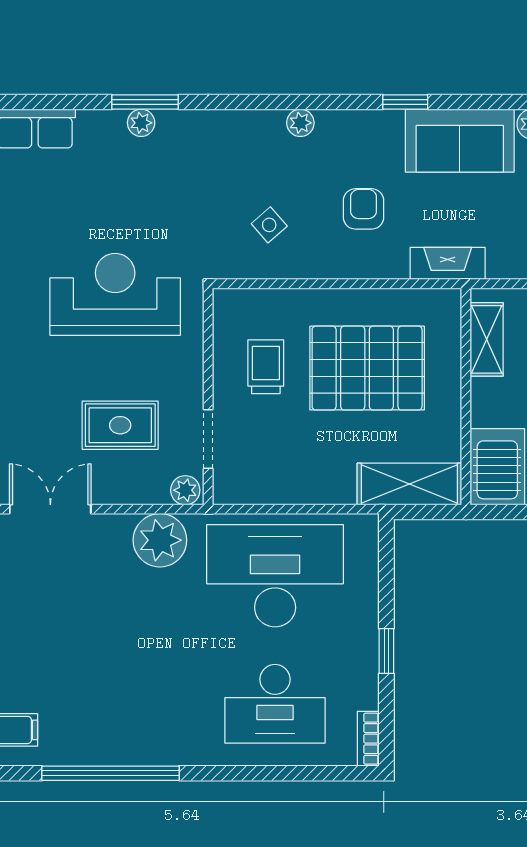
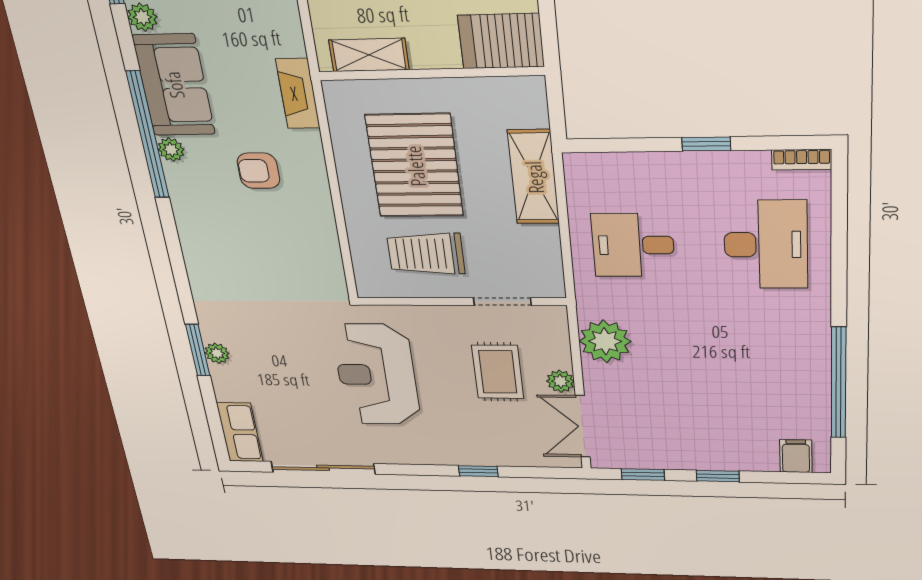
window: (405, 102) -> (148, 135), width x3.17
plant: (300, 123) -> (171, 150), moved
side table: (269, 225) -> (289, 251), removed
trolley: (266, 367) -> (426, 254), width x1.36, depth x1.39
shelving: (409, 484) -> (534, 177), moved
plant: (185, 490) -> (560, 381), moved
desk: (275, 576) -> (633, 245), width x0.53, depth x0.77

